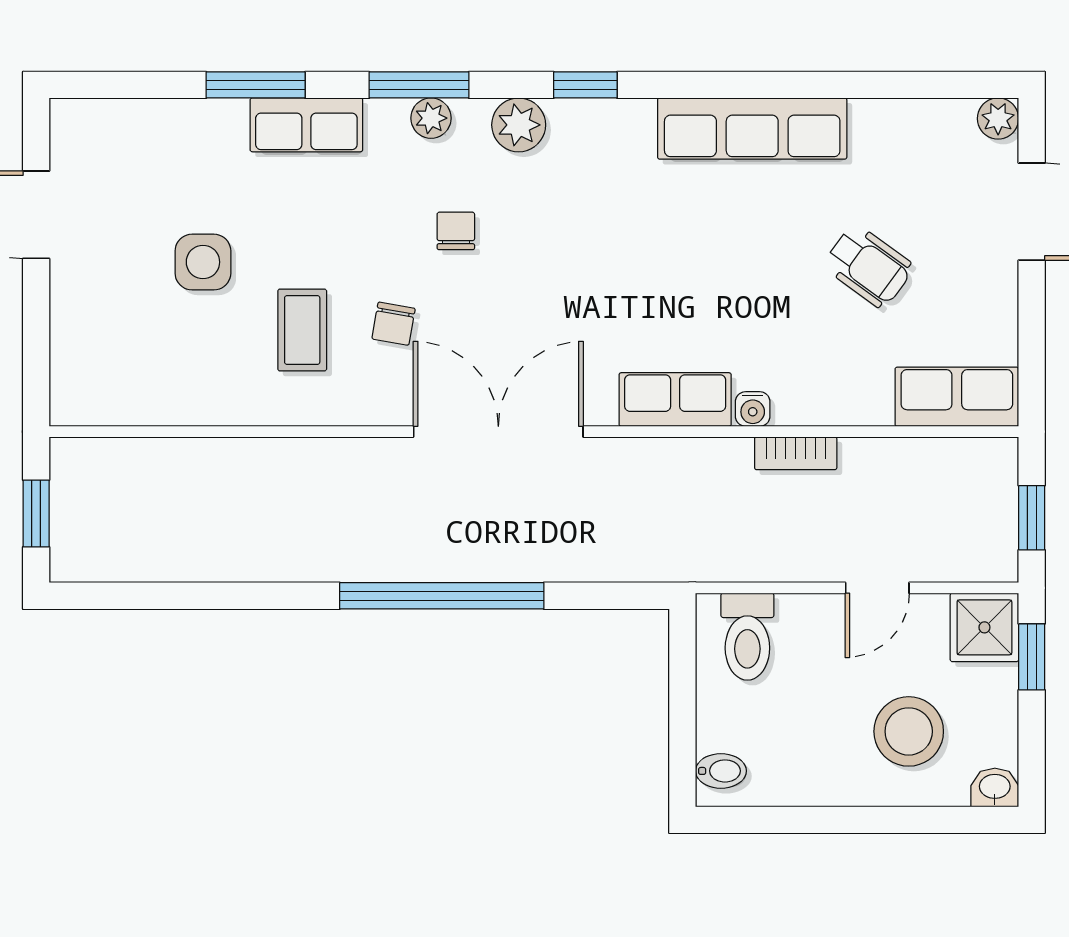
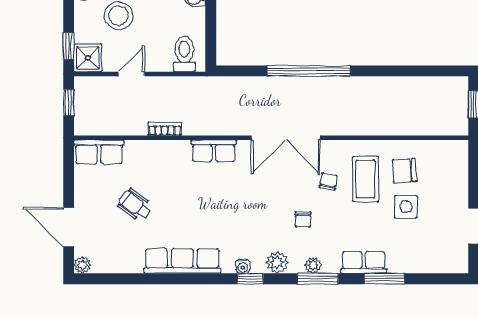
coffee table: (302, 330) -> (365, 179), width x1.36, depth x1.30
chair: (207, 350) -> (404, 171), added
water cooler: (753, 409) -> (243, 266), moved, turned 180

